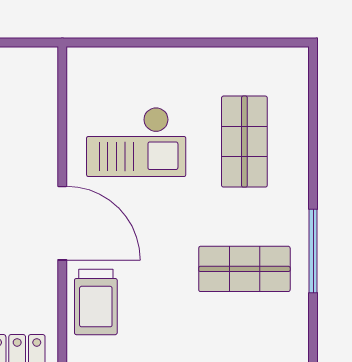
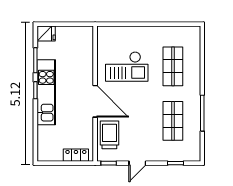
shop shelf: (244, 269) -> (173, 121), turned 90
trolley: (96, 302) -> (109, 135), turned 180

